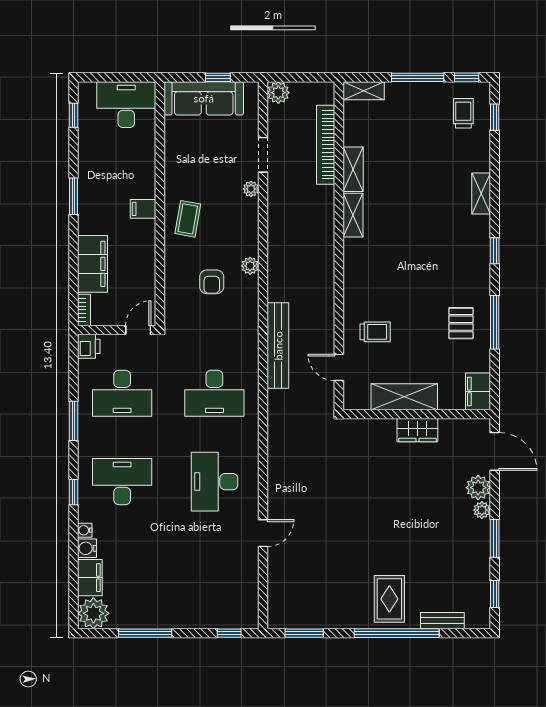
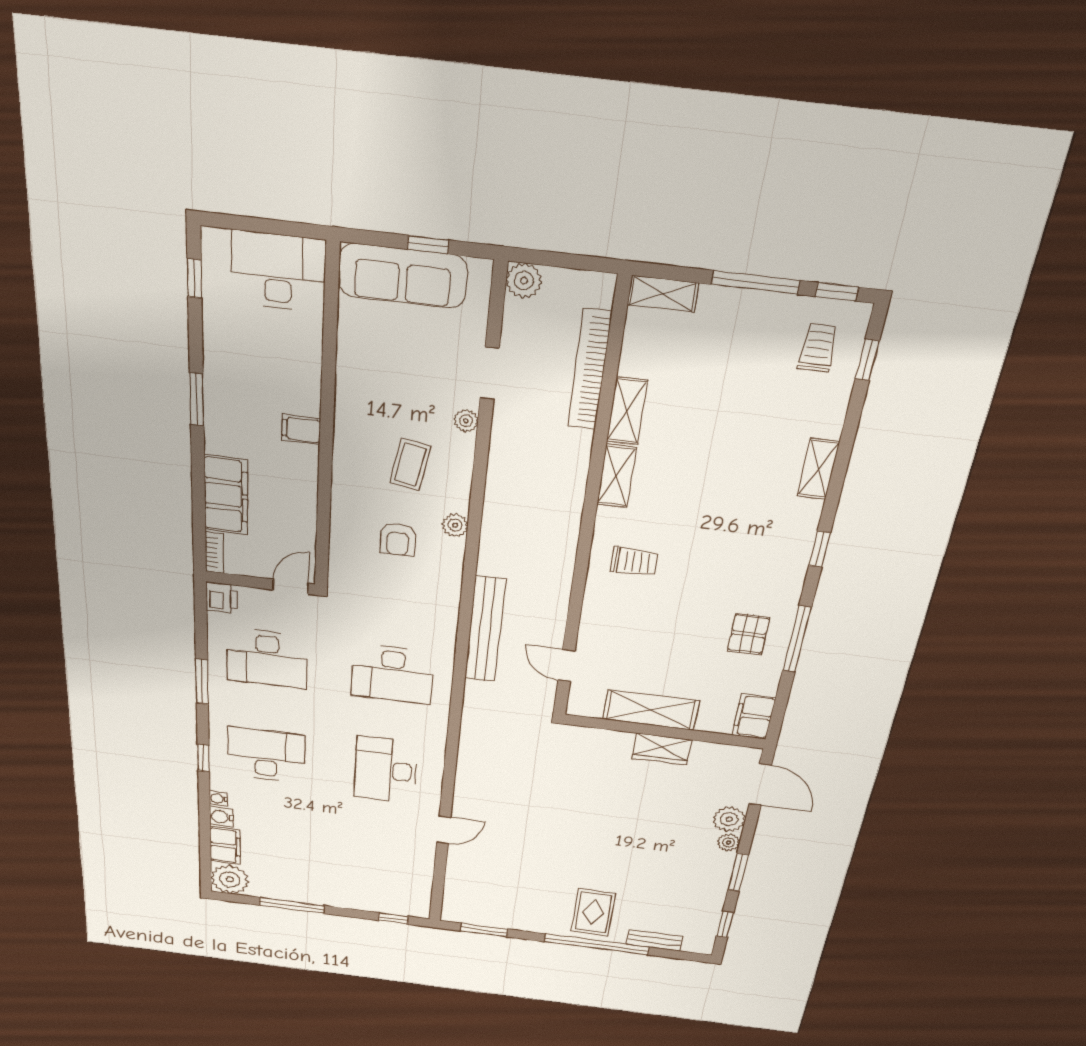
coffee table: (188, 219) -> (410, 464), moved
trolley: (375, 332) -> (634, 562), moved

